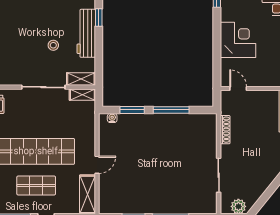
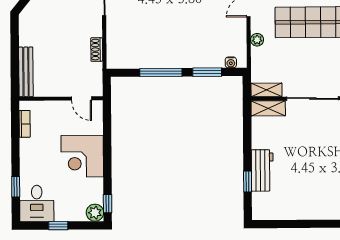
workbench: (86, 33) -> (262, 170), width x0.73
stool: (53, 45) -> (301, 148), removed
shoe rack: (225, 130) -> (97, 50), width x0.70
plant: (90, 137) -> (257, 40), added

